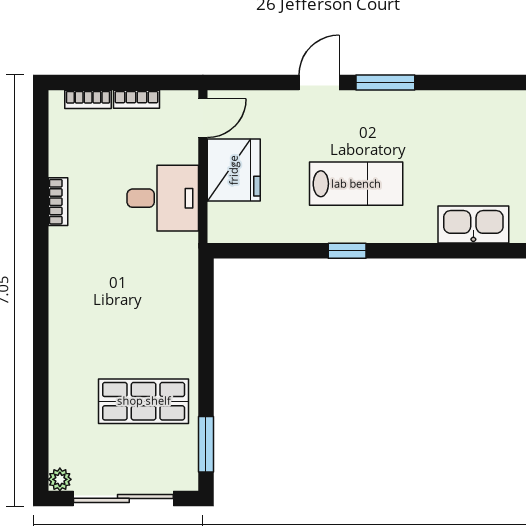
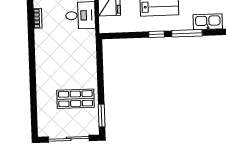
window: (421, 251) -> (187, 33), added
plant: (60, 479) -> (42, 132), removed

